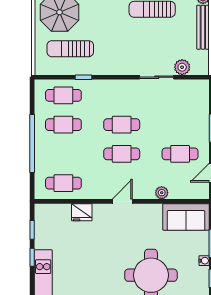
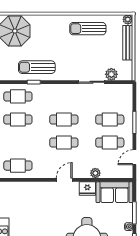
sun lounger: (70, 49) -> (37, 67), moved
cafe table: (180, 125) -> (110, 119), added
fridge: (82, 212) -> (87, 188), moved

